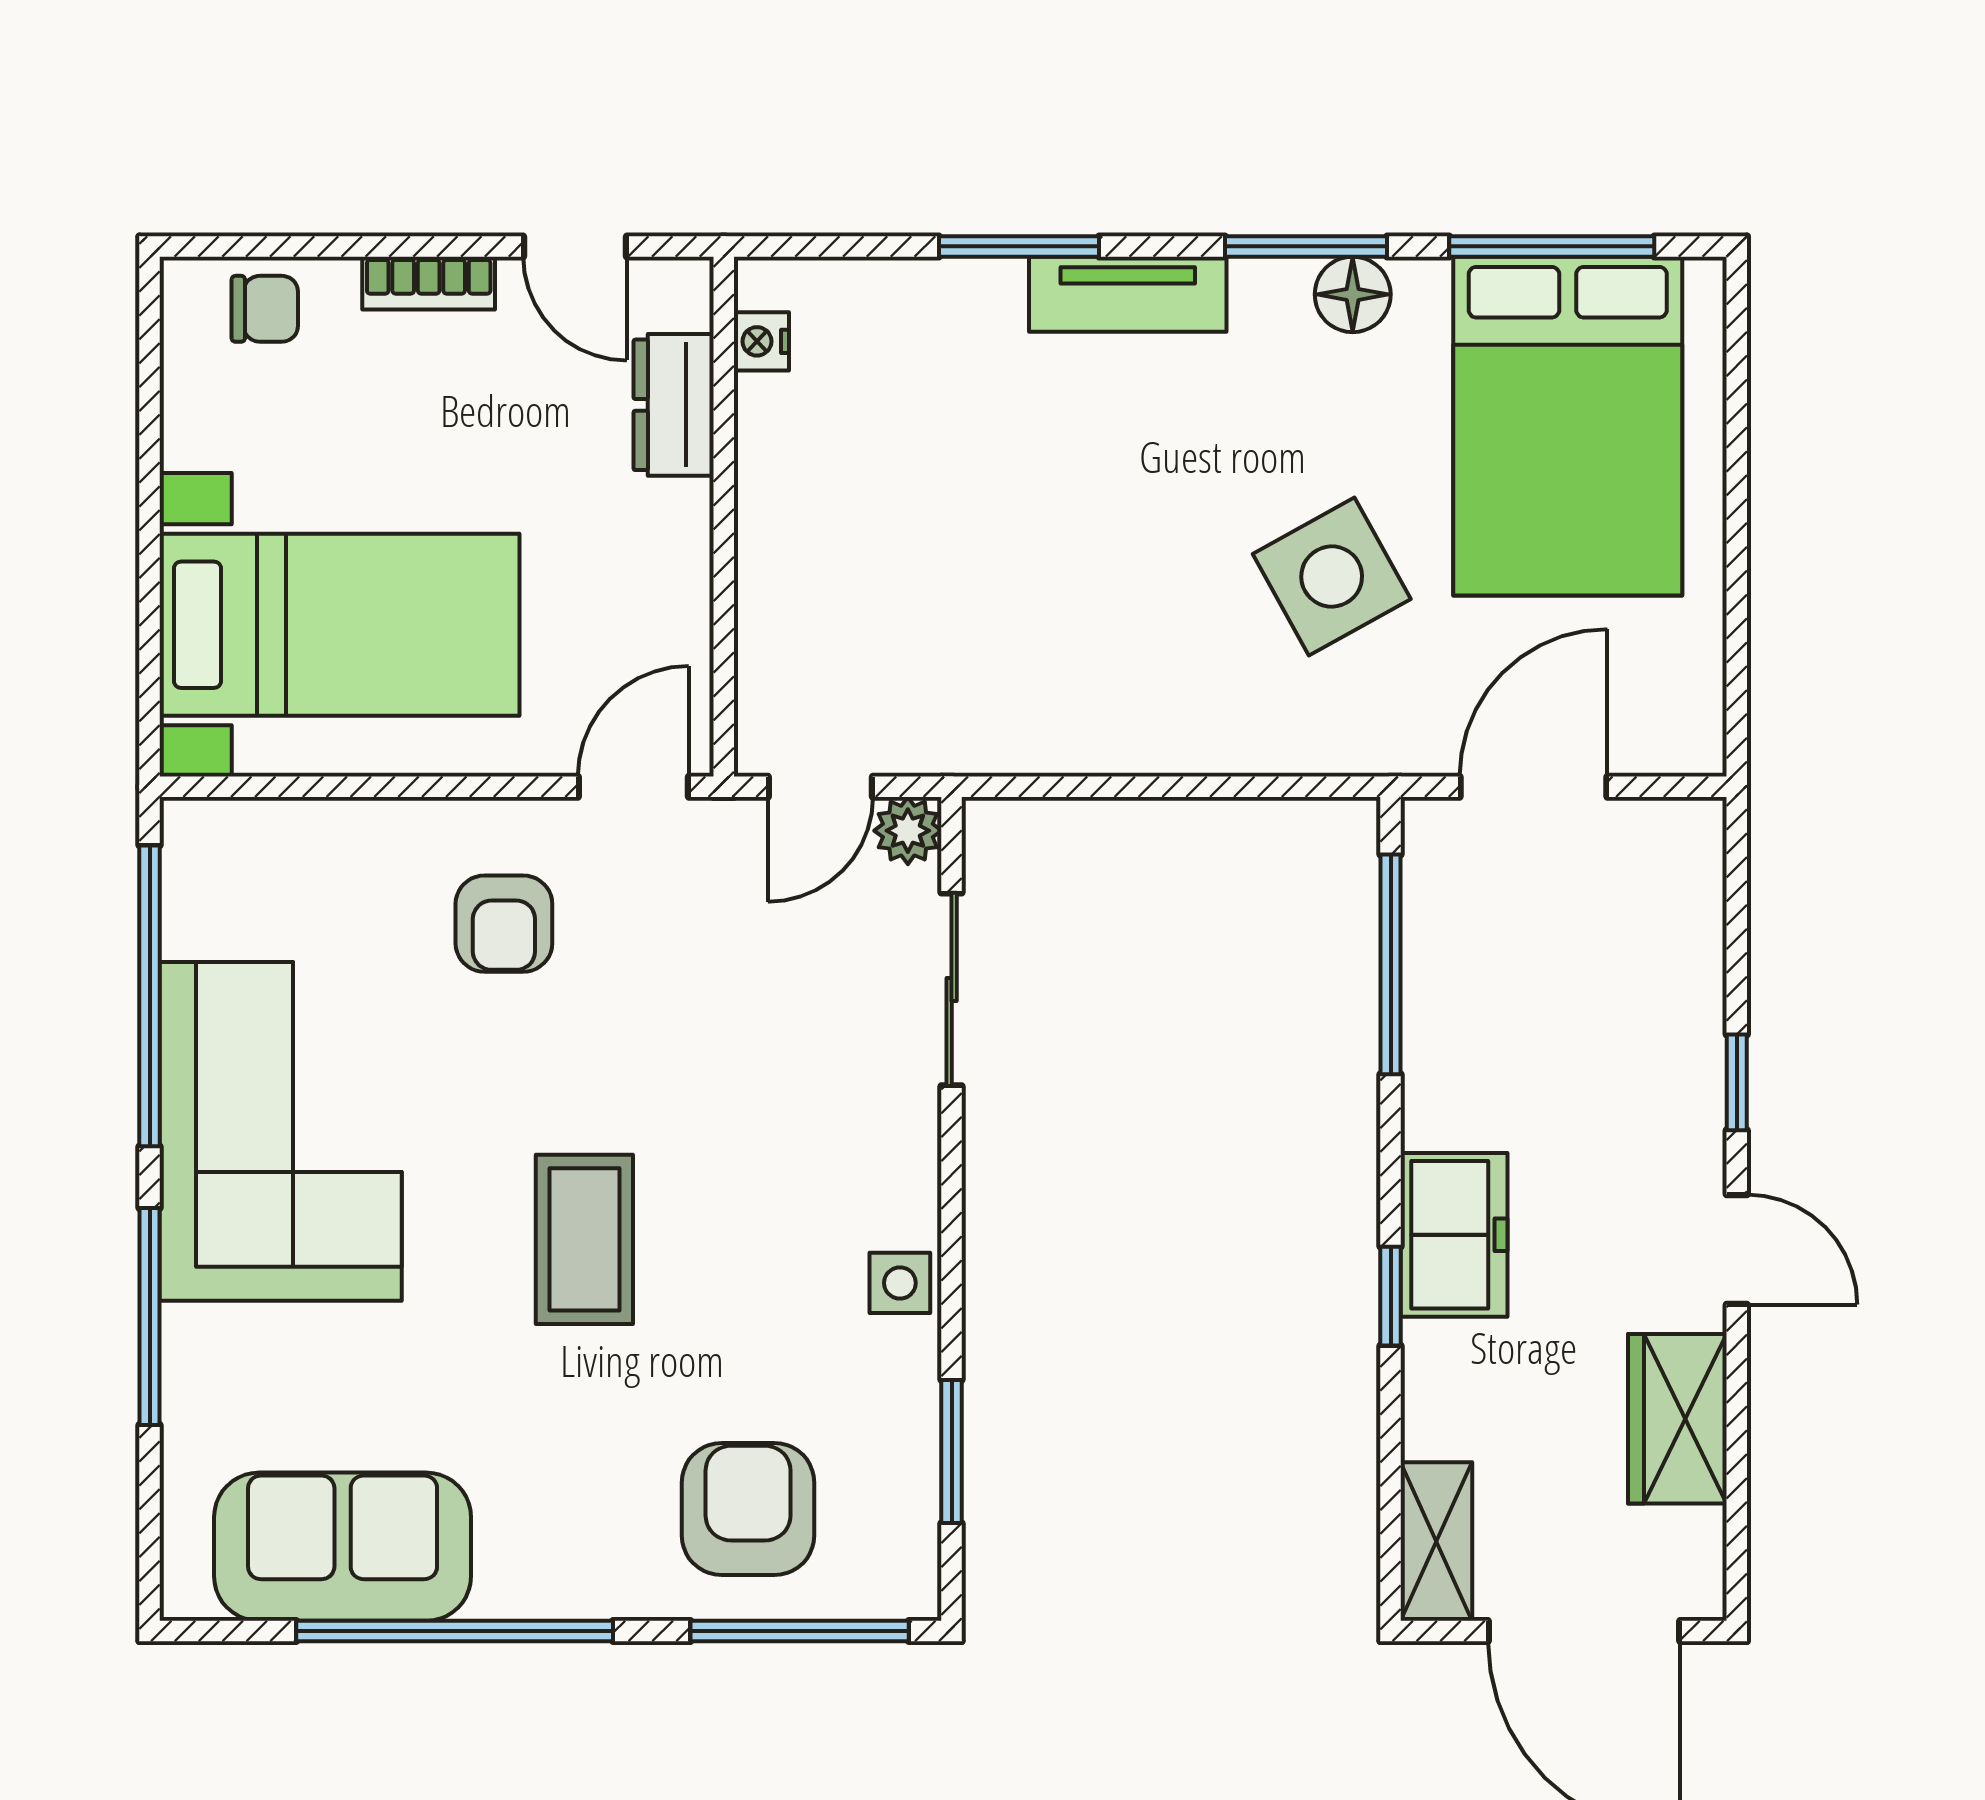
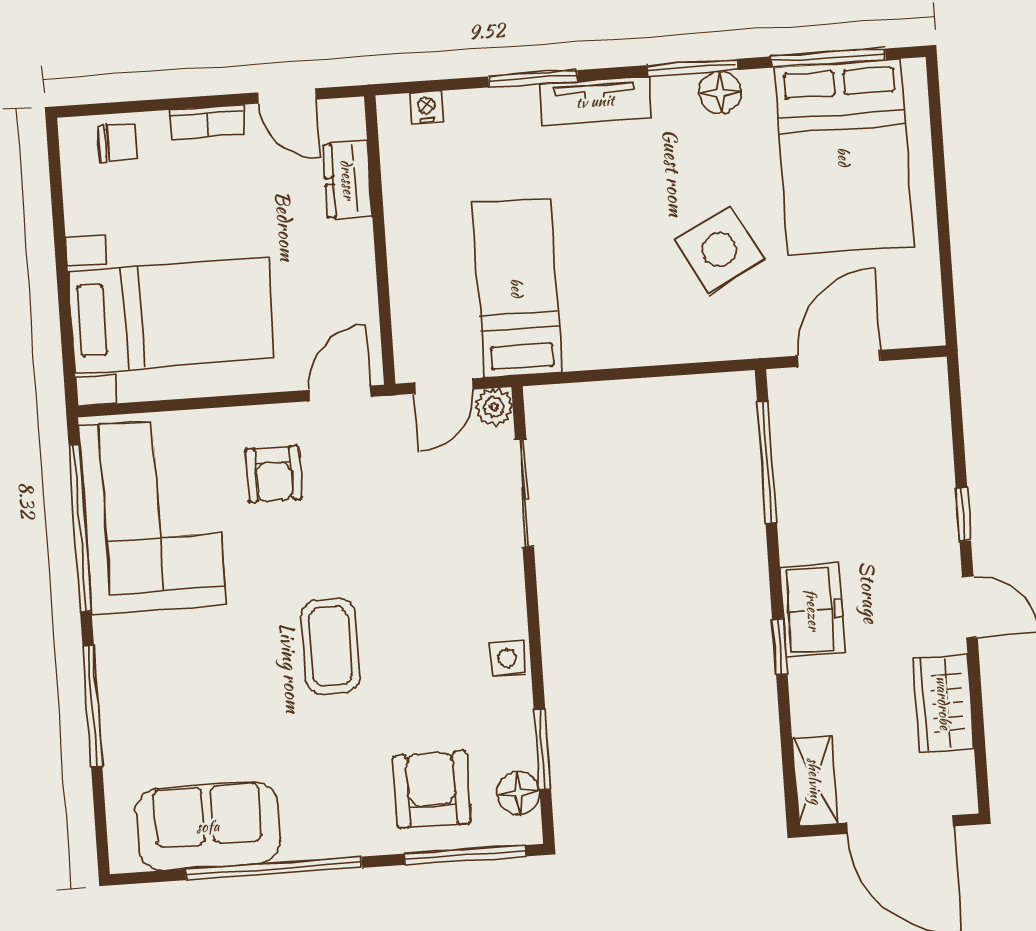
nightstand: (761, 341) -> (426, 107), moved, turned 90
bed: (964, 619) -> (517, 288), added
corner sofa: (281, 1131) -> (152, 516), moved
floor lamp: (903, 1527) -> (518, 793), added

